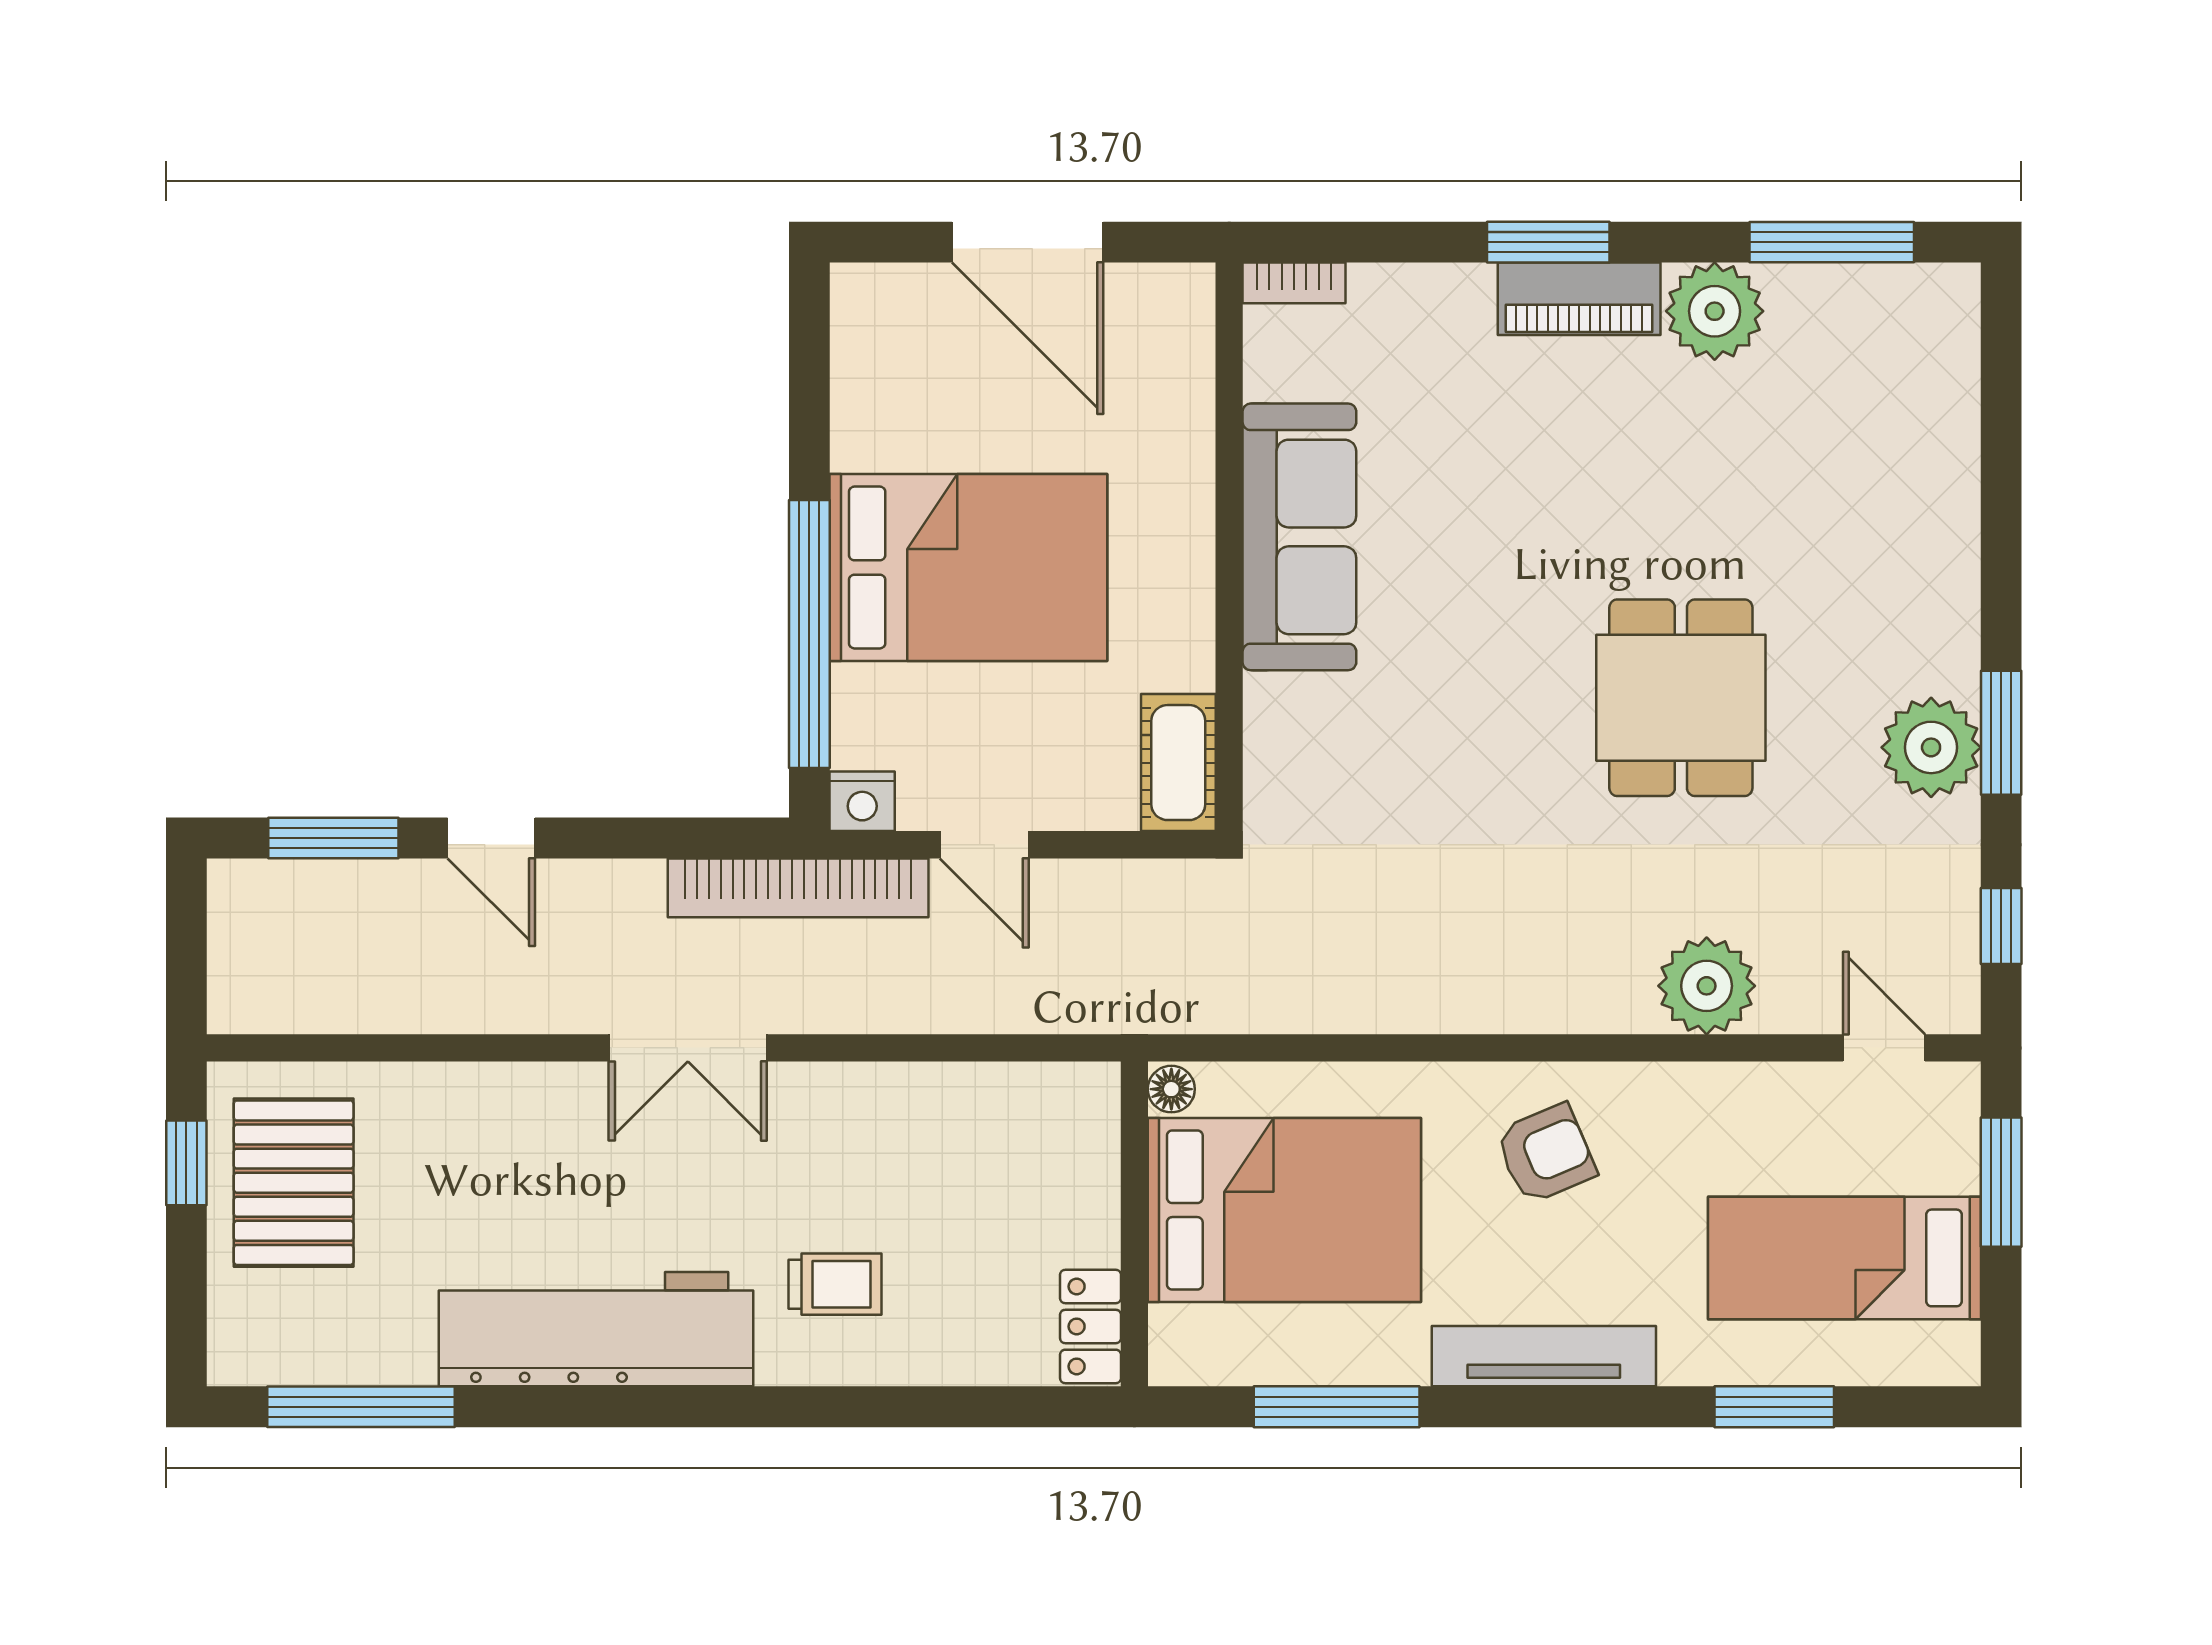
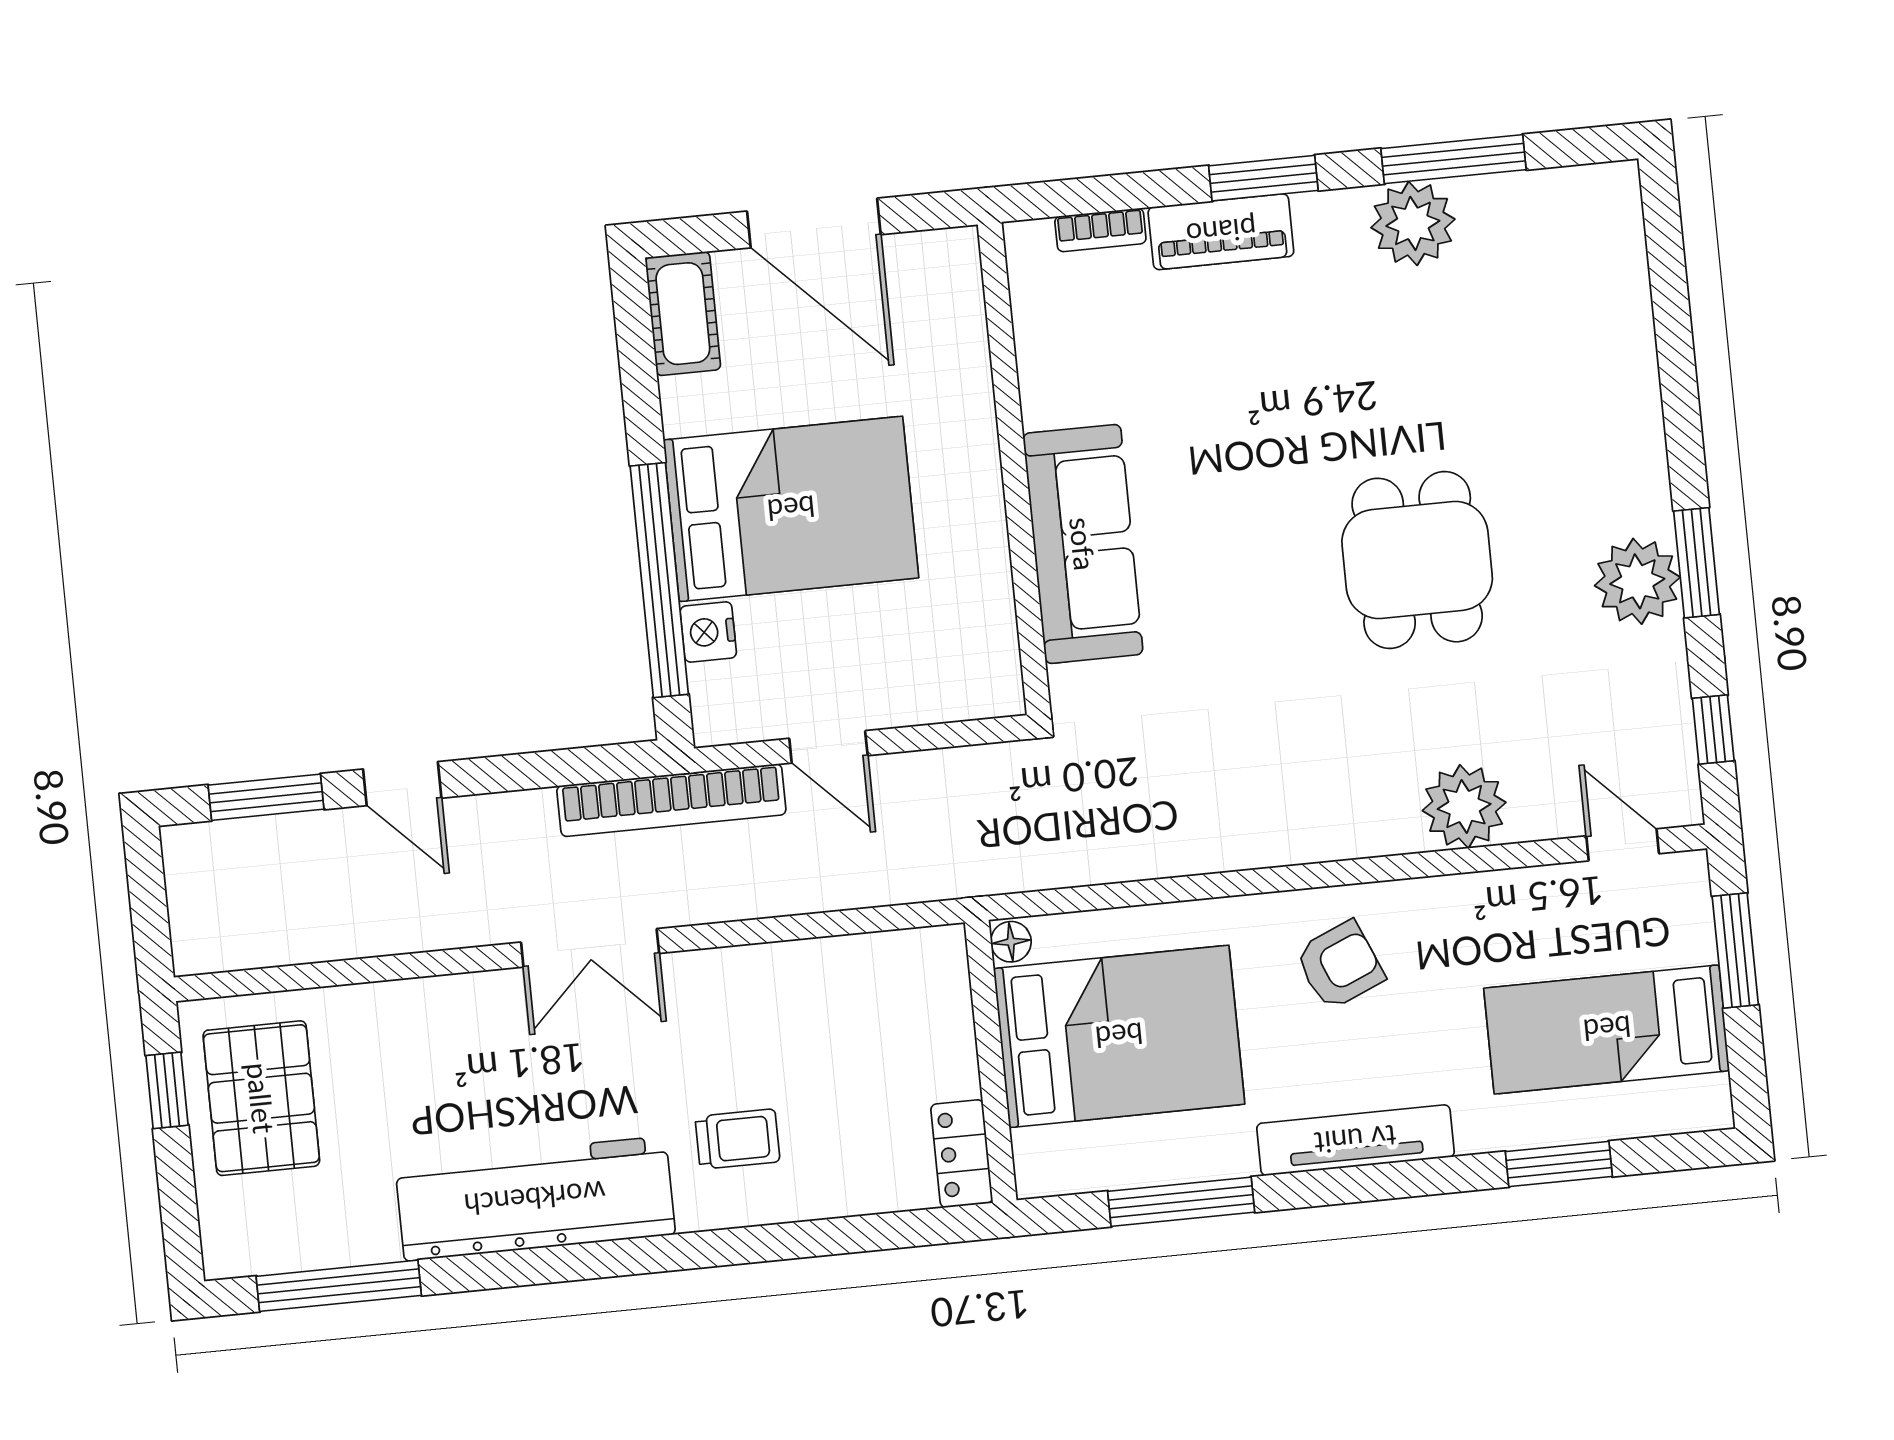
window: (1832, 242) -> (1454, 159), moved
bookcase: (1294, 283) -> (1100, 230), moved
piano: (1579, 299) -> (1221, 232), moved
sofa: (1299, 537) -> (1083, 544), moved
cot: (1178, 763) -> (683, 314), moved
nightstand: (862, 801) -> (708, 632), moved, turned 90

